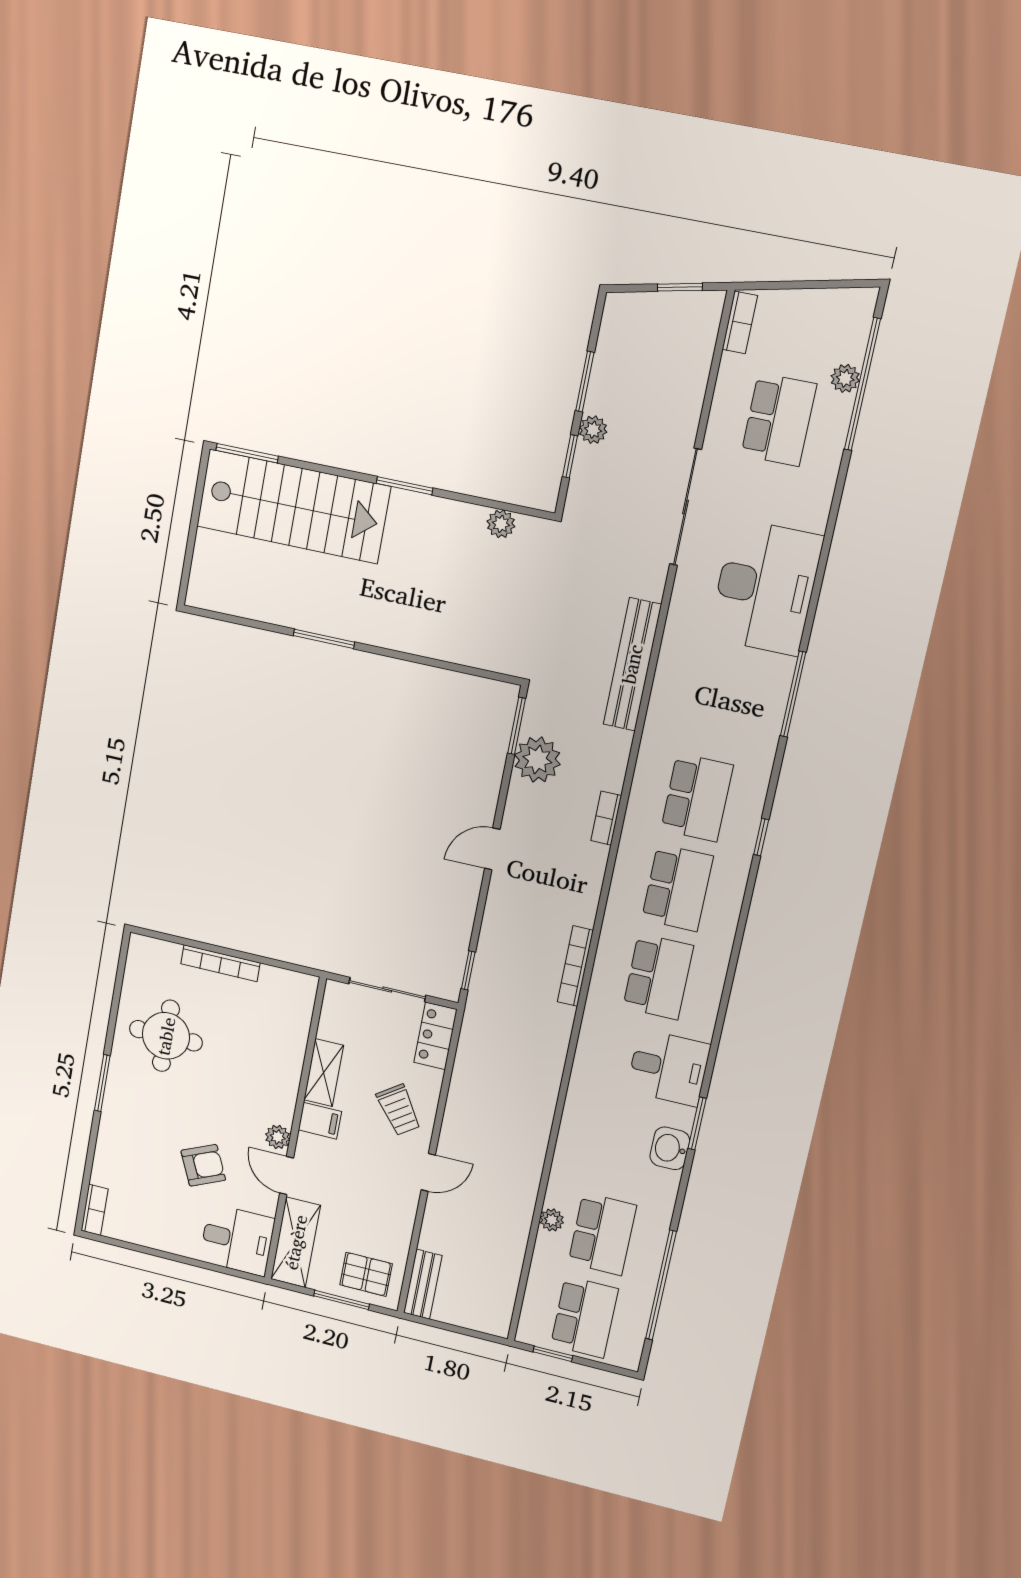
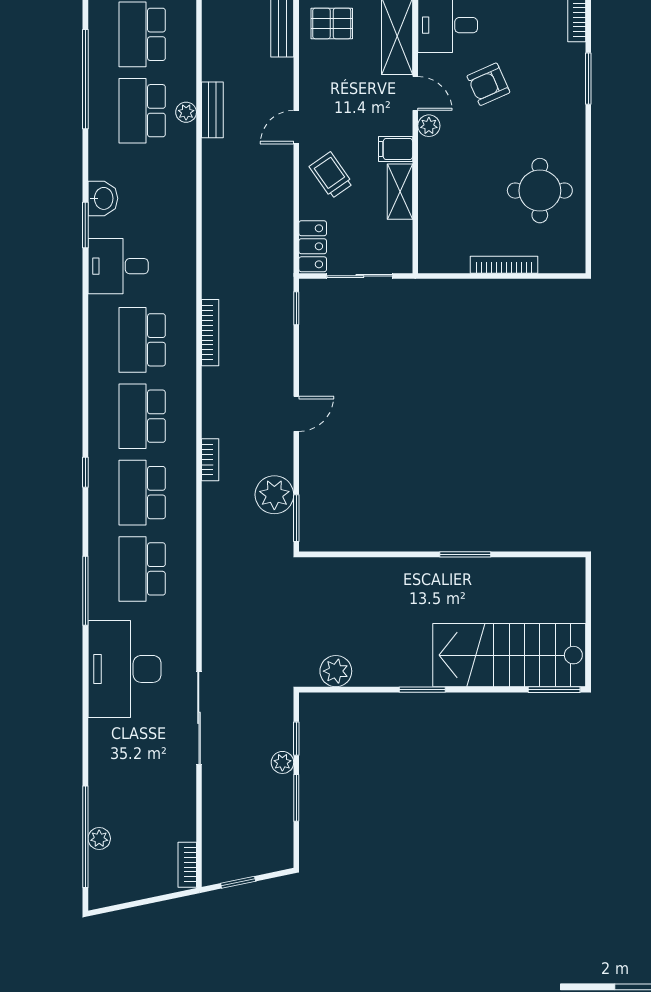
school desk: (779, 420) -> (142, 569), moved
plant: (501, 524) -> (336, 671), width x1.38, depth x1.38
bench: (632, 664) -> (212, 110), moved, width x0.54, depth x0.82
window: (102, 1083) -> (588, 79), moved

